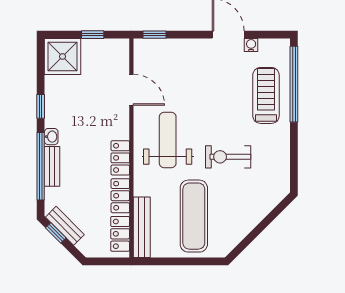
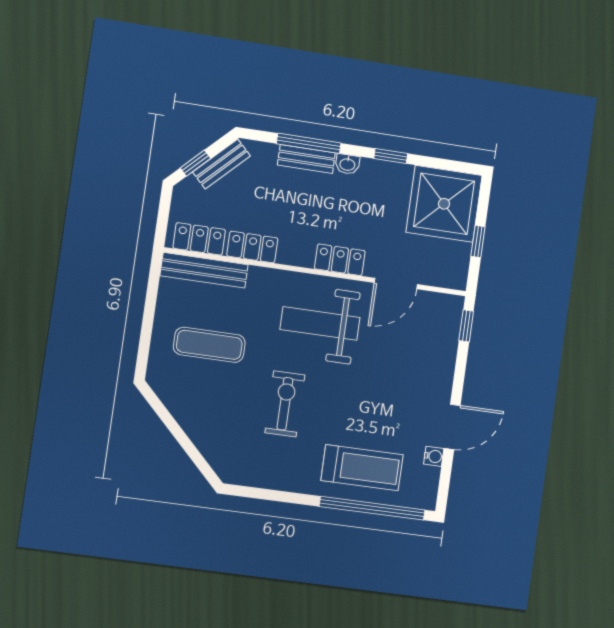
shower: (63, 56) -> (444, 204), width x1.37, depth x1.37
weight bench: (168, 140) -> (320, 323), turned 180
locker: (120, 158) -> (340, 260), moved
window: (41, 166) -> (309, 143), width x0.68
exercise mat: (194, 216) -> (209, 345), width x0.73, depth x0.69
window: (56, 233) -> (195, 163), moved

